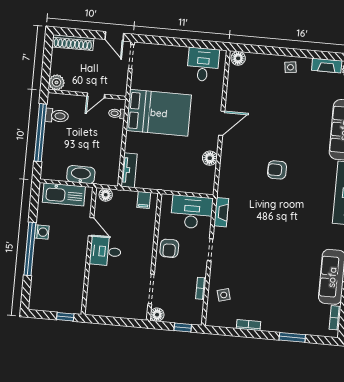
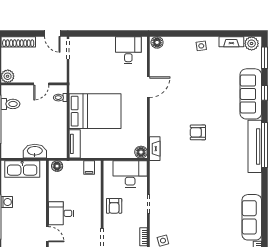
bed: (159, 113) -> (95, 111), moved
door: (222, 123) -> (148, 87), moved
floor lamp: (210, 158) -> (141, 152), moved
fireplace: (221, 212) -> (155, 149), moved
door: (91, 227) -> (47, 234), moved

